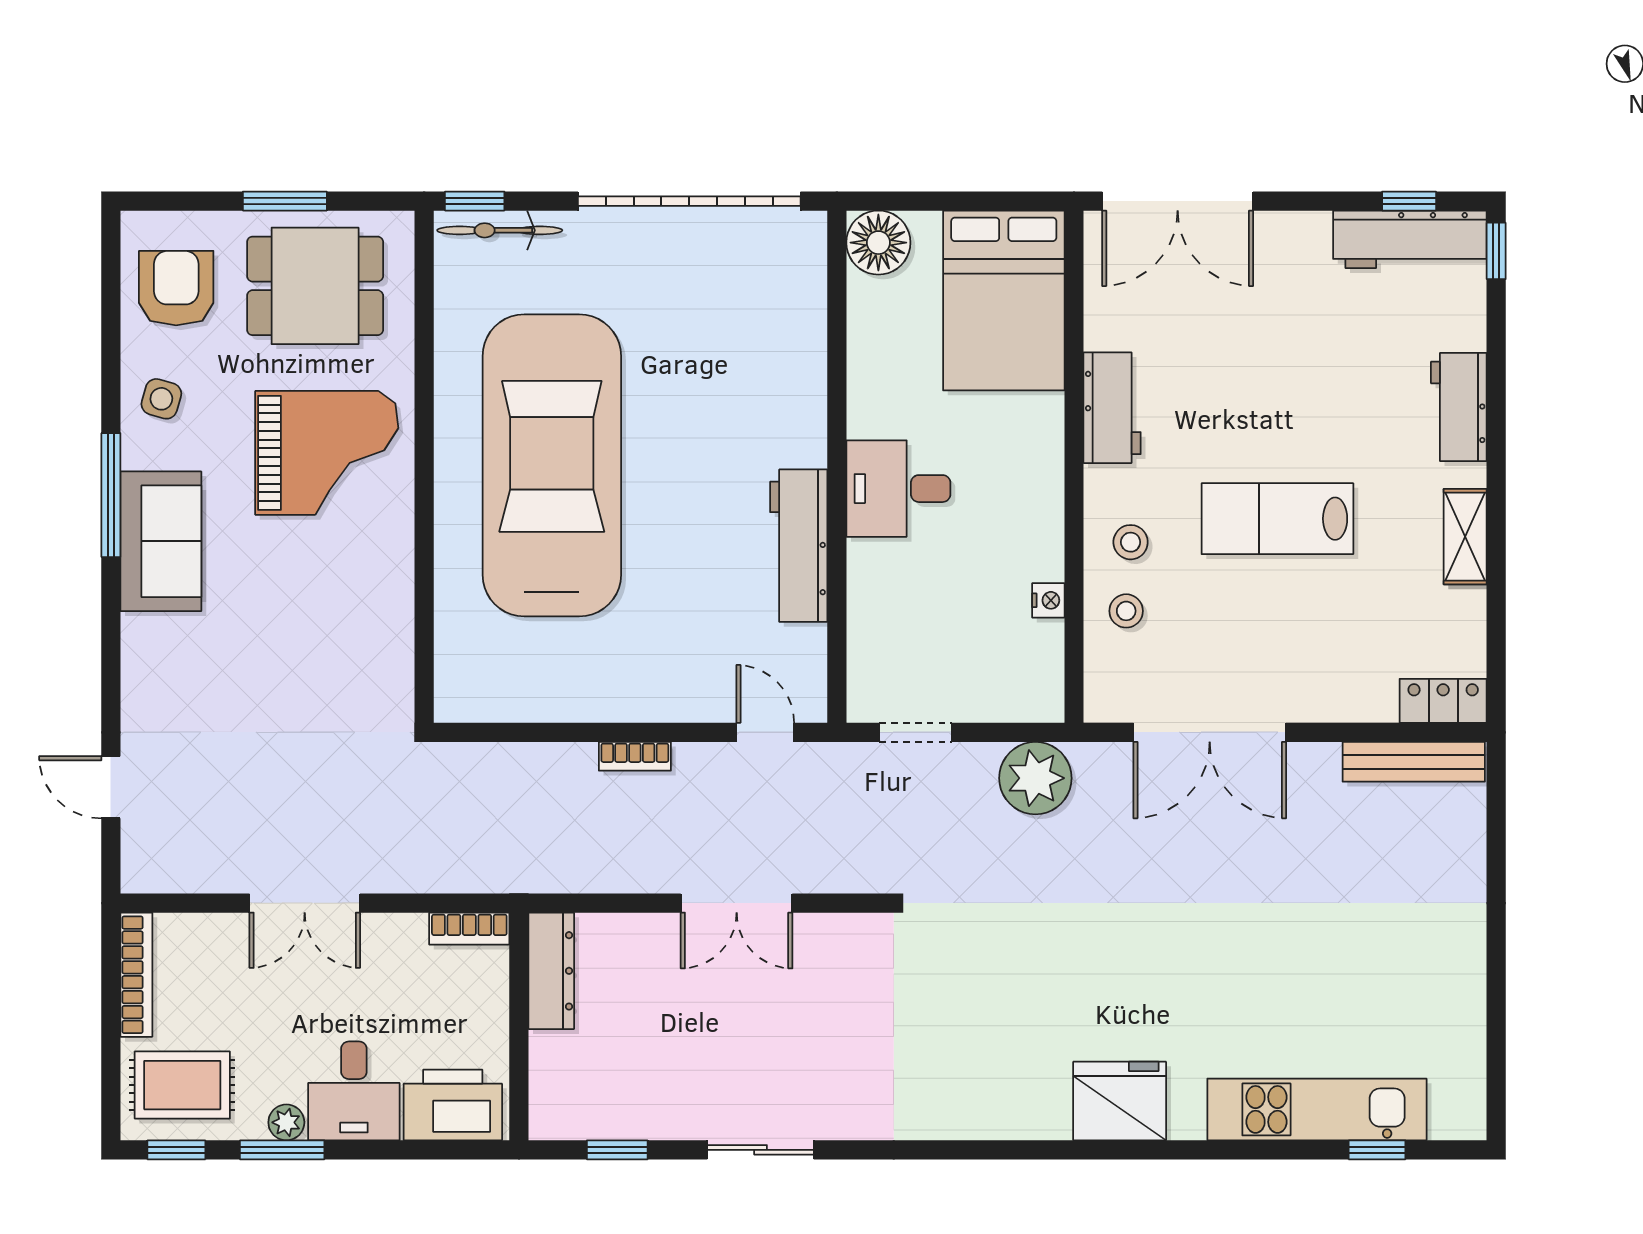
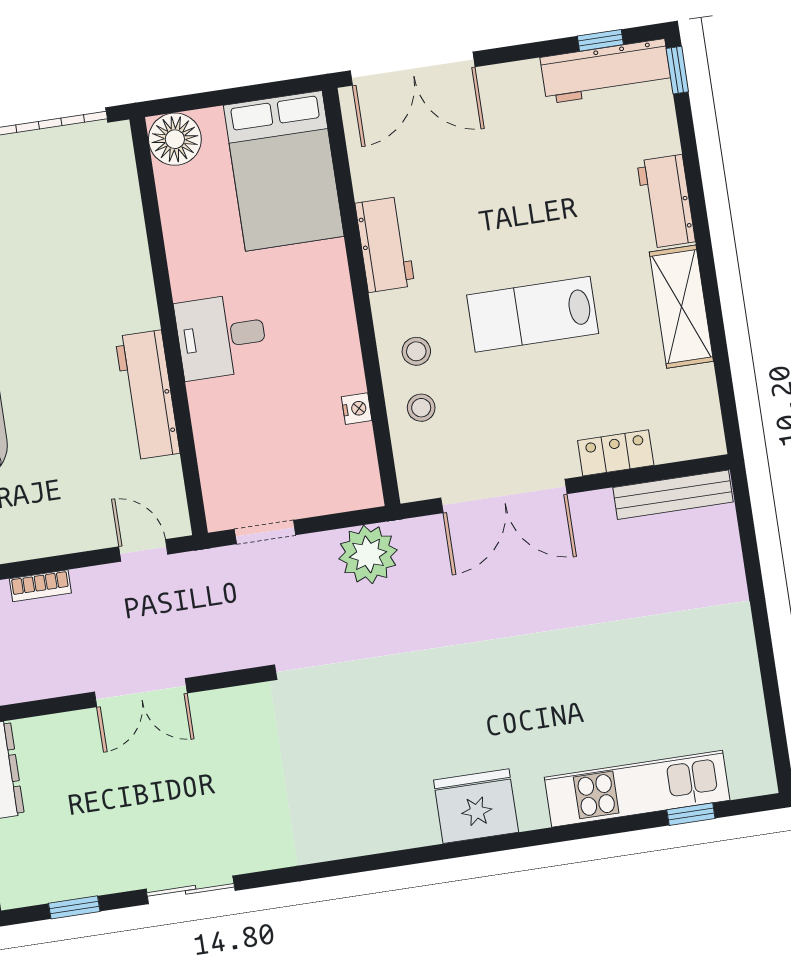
shelving: (1465, 537) -> (681, 307), width x1.50, depth x1.33
locker: (1443, 701) -> (616, 453), moved

